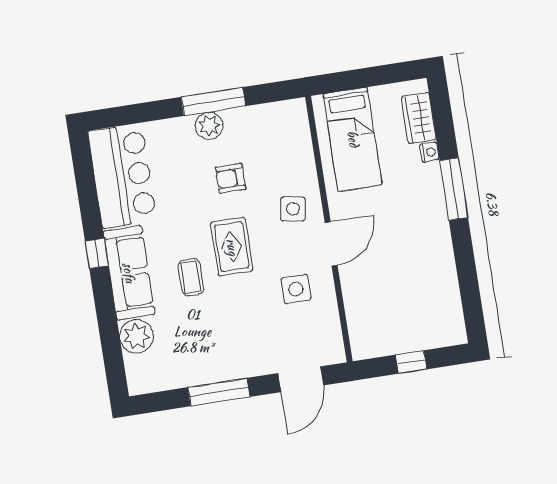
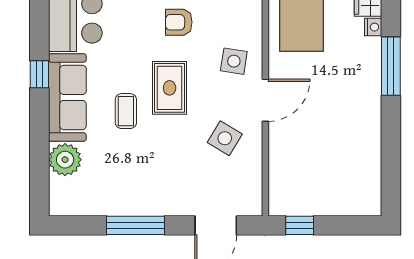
side table: (296, 289) -> (225, 138), turned 31
window: (411, 362) -> (300, 225), moved

